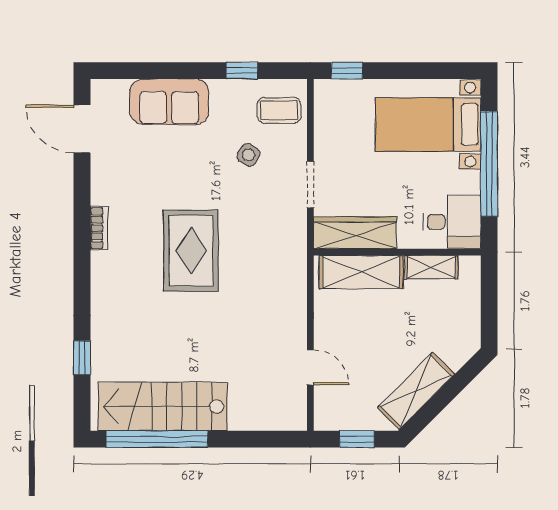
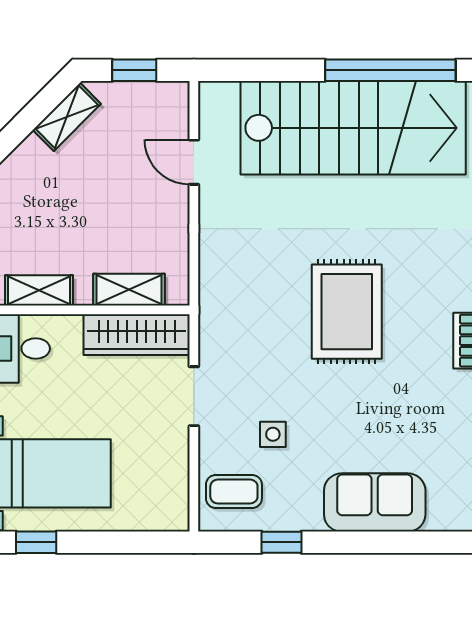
window: (347, 71) -> (36, 542), moved
side table: (249, 155) -> (273, 434), turned -34
shelving: (361, 272) -> (129, 290), width x0.67, depth x0.75
shelving: (416, 391) -> (67, 117), width x0.67, depth x0.75
stairs: (163, 407) -> (353, 128), width x1.36, depth x1.51

